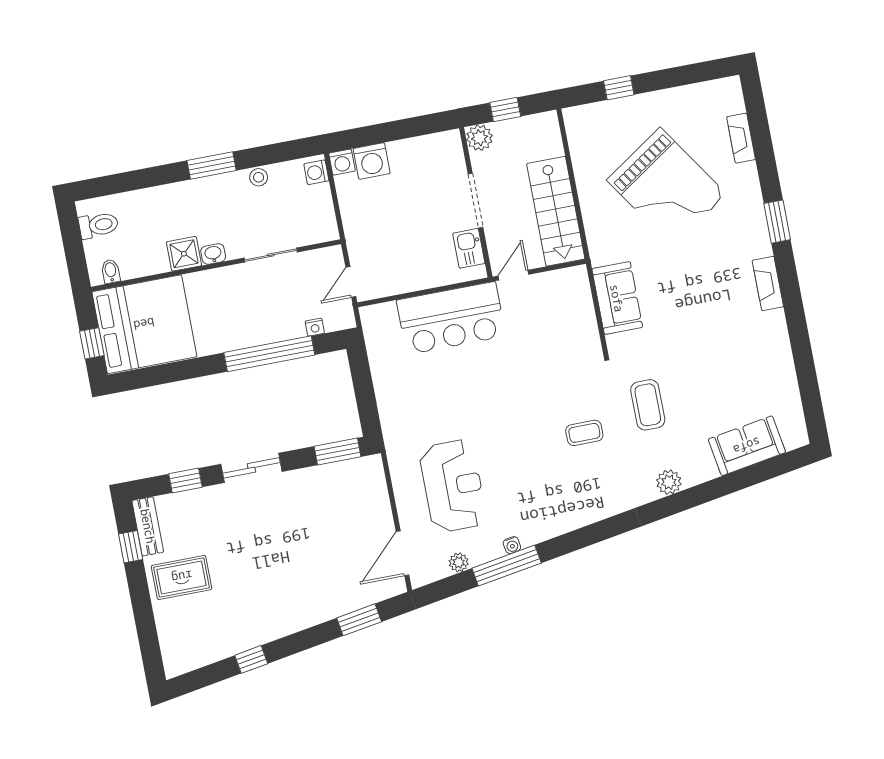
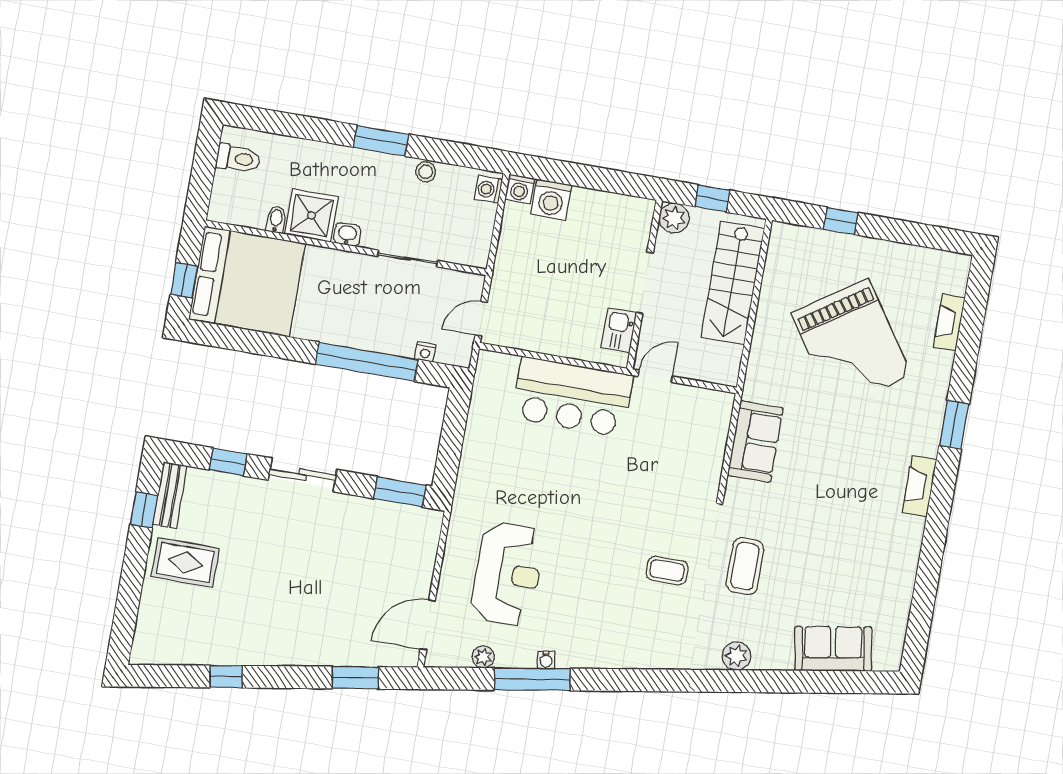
stairs: (556, 211) -> (733, 283), moved
shower: (184, 254) -> (312, 215), width x1.36, depth x1.36
bidet: (111, 271) -> (276, 220), moved

